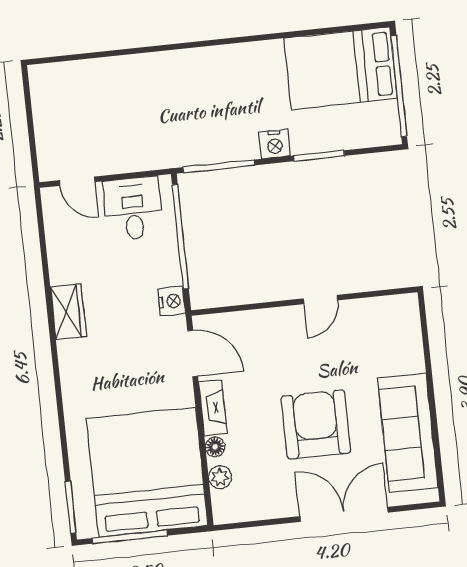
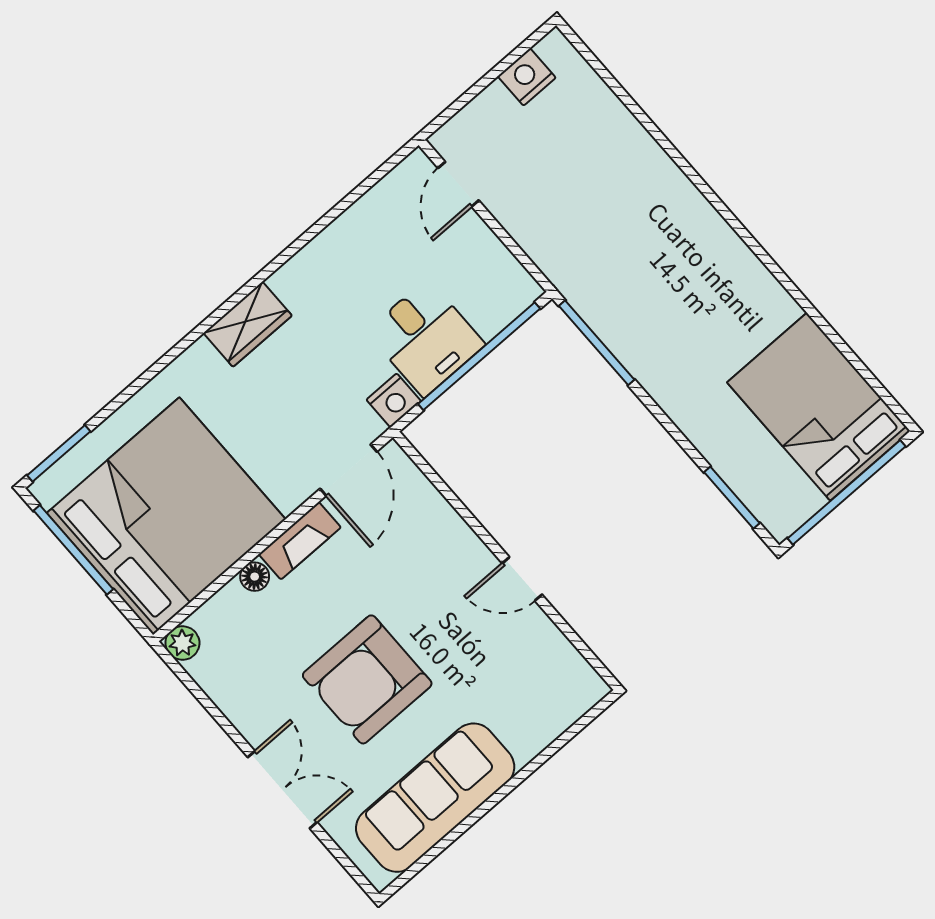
nightstand: (275, 144) -> (527, 77), moved, turned 90
window: (319, 156) -> (732, 498), moved
desk: (133, 209) -> (426, 338), moved, turned 90
wardrobe: (68, 312) -> (248, 324), moved
armchair: (316, 424) -> (367, 679), turned 180
plant: (220, 477) -> (182, 643), moved
double door: (344, 514) -> (282, 790), width x0.73

